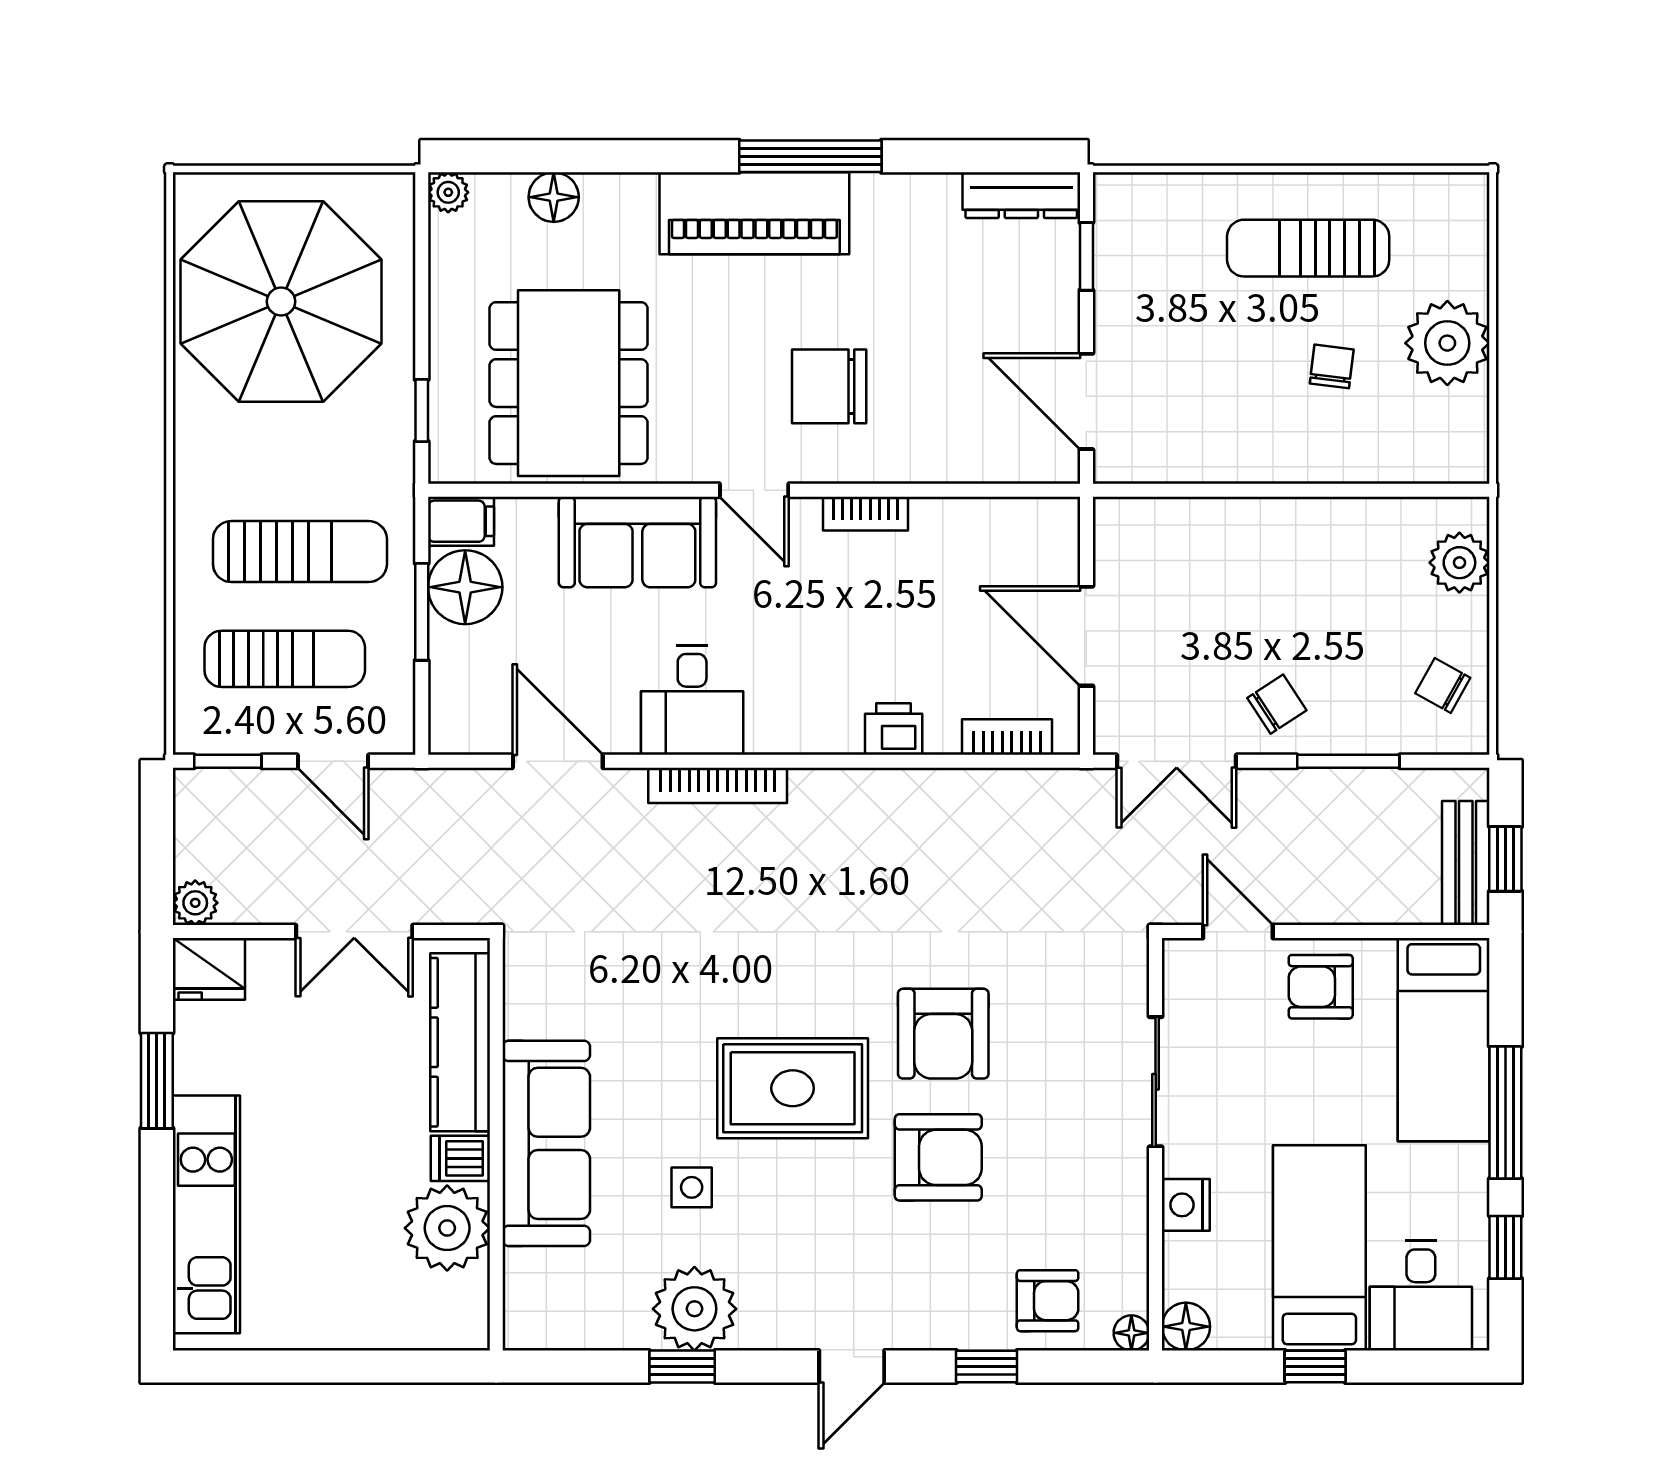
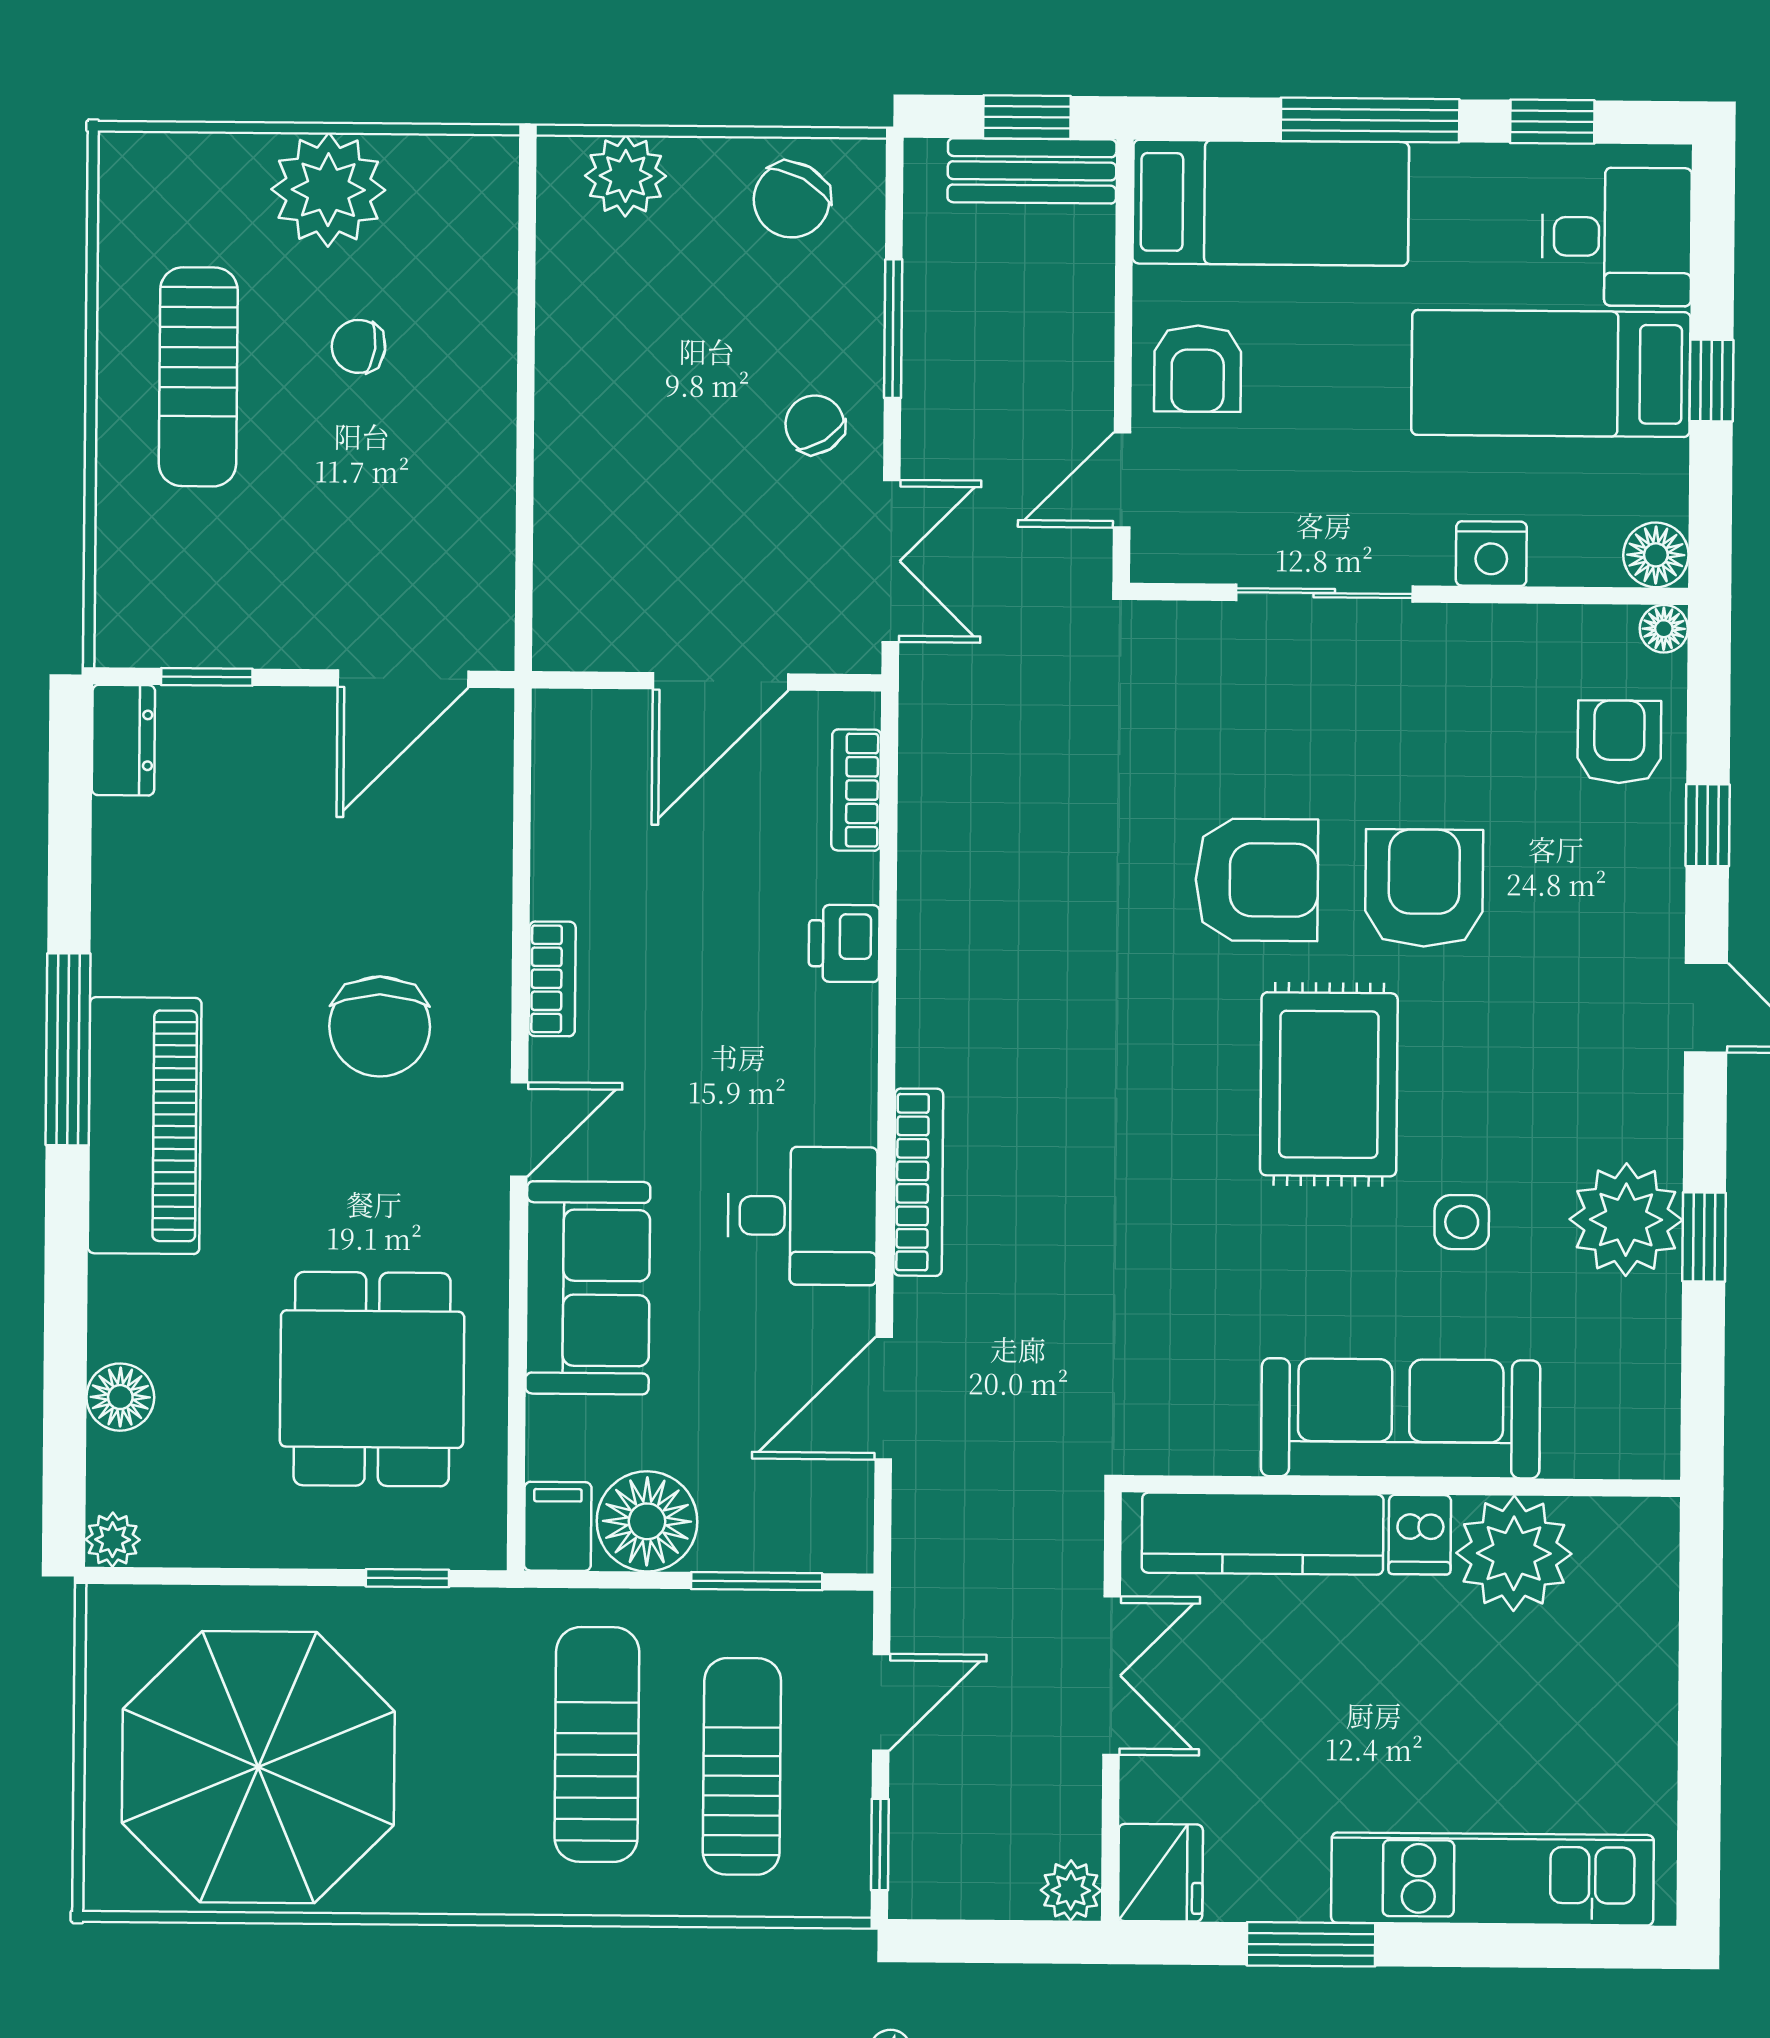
dresser: (1021, 195) -> (123, 740), width x0.70
dining table: (569, 383) -> (372, 1379), width x0.73
window: (422, 612) -> (757, 1581), moved
chair: (1443, 685) -> (792, 200), width x1.37, depth x1.37

